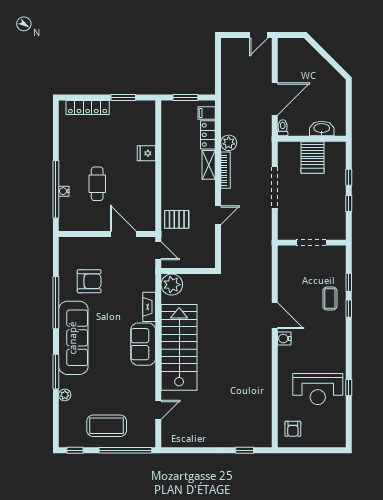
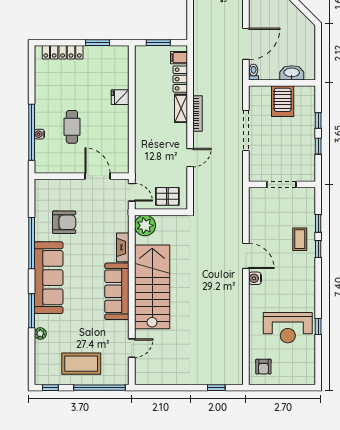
plant: (229, 143) -> (201, 87), removed
pallet: (177, 219) -> (167, 196), moved
sofa: (143, 344) -> (117, 291), width x1.36

